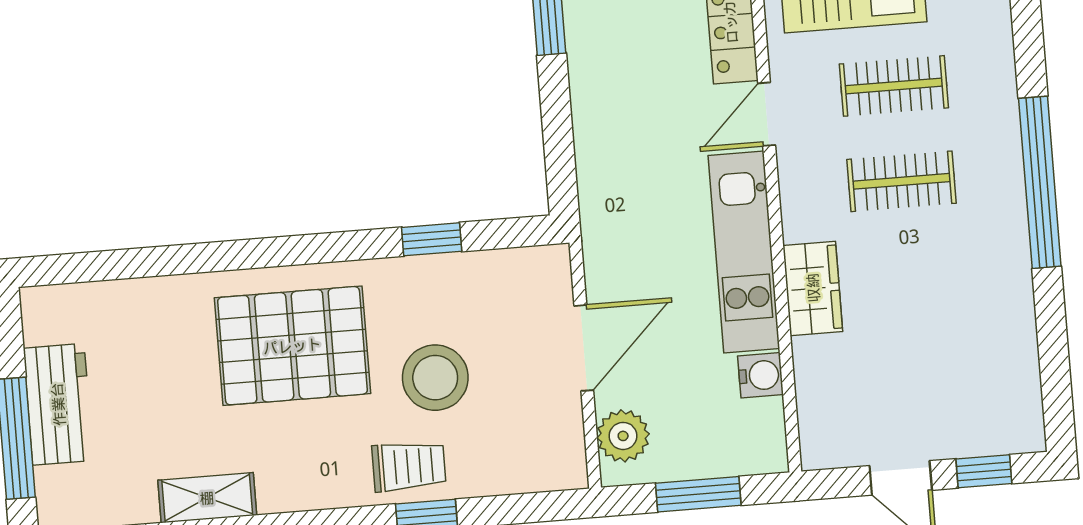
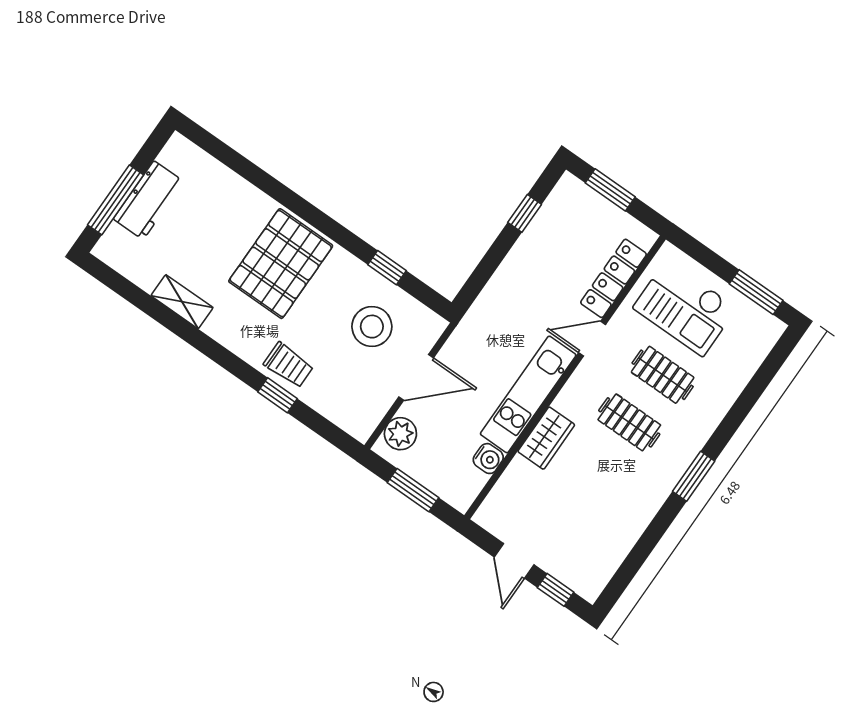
window: (1040, 182) -> (694, 476), width x0.47
pallet: (292, 346) -> (281, 264), turned 90
stool: (435, 378) -> (372, 327), moved

